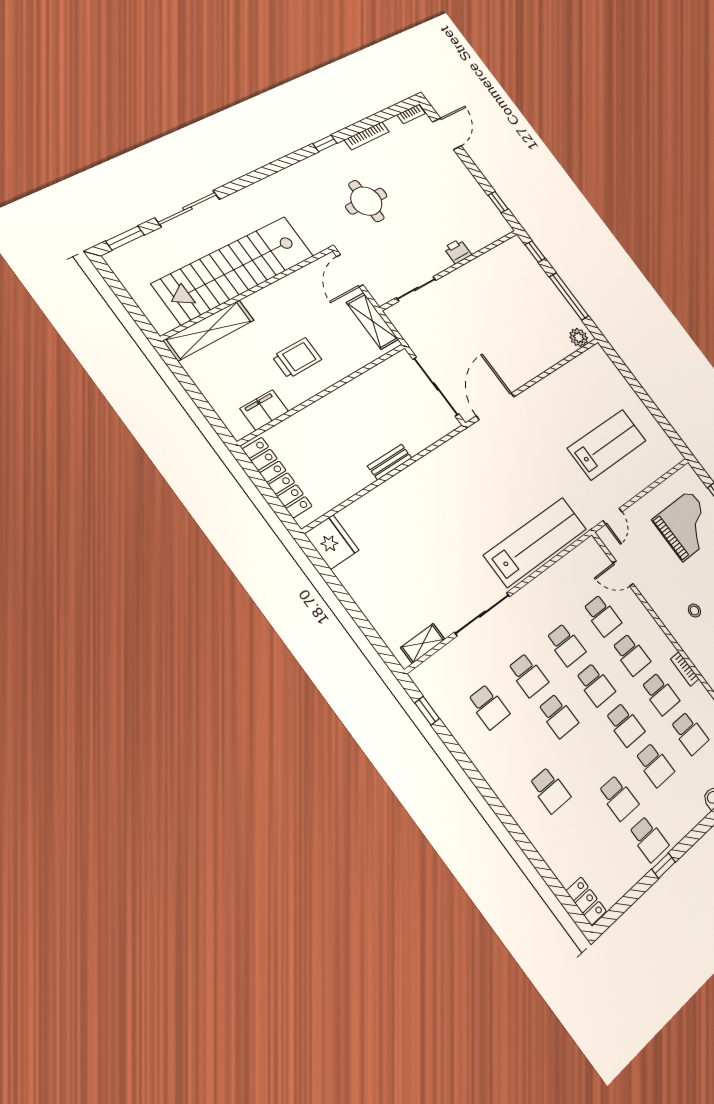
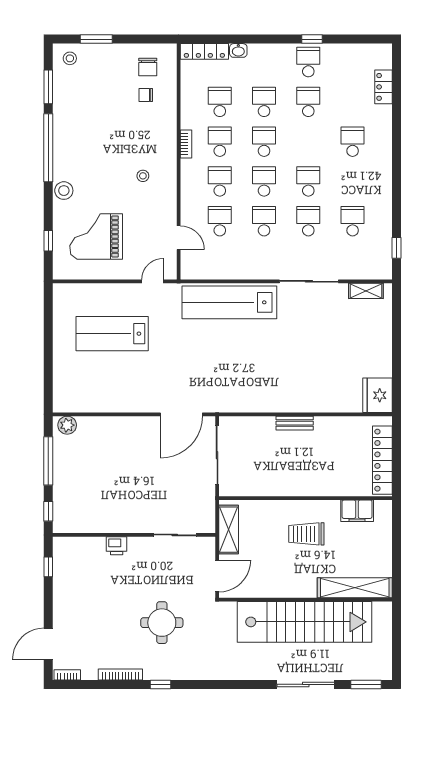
locker: (586, 901) -> (383, 87), moved

